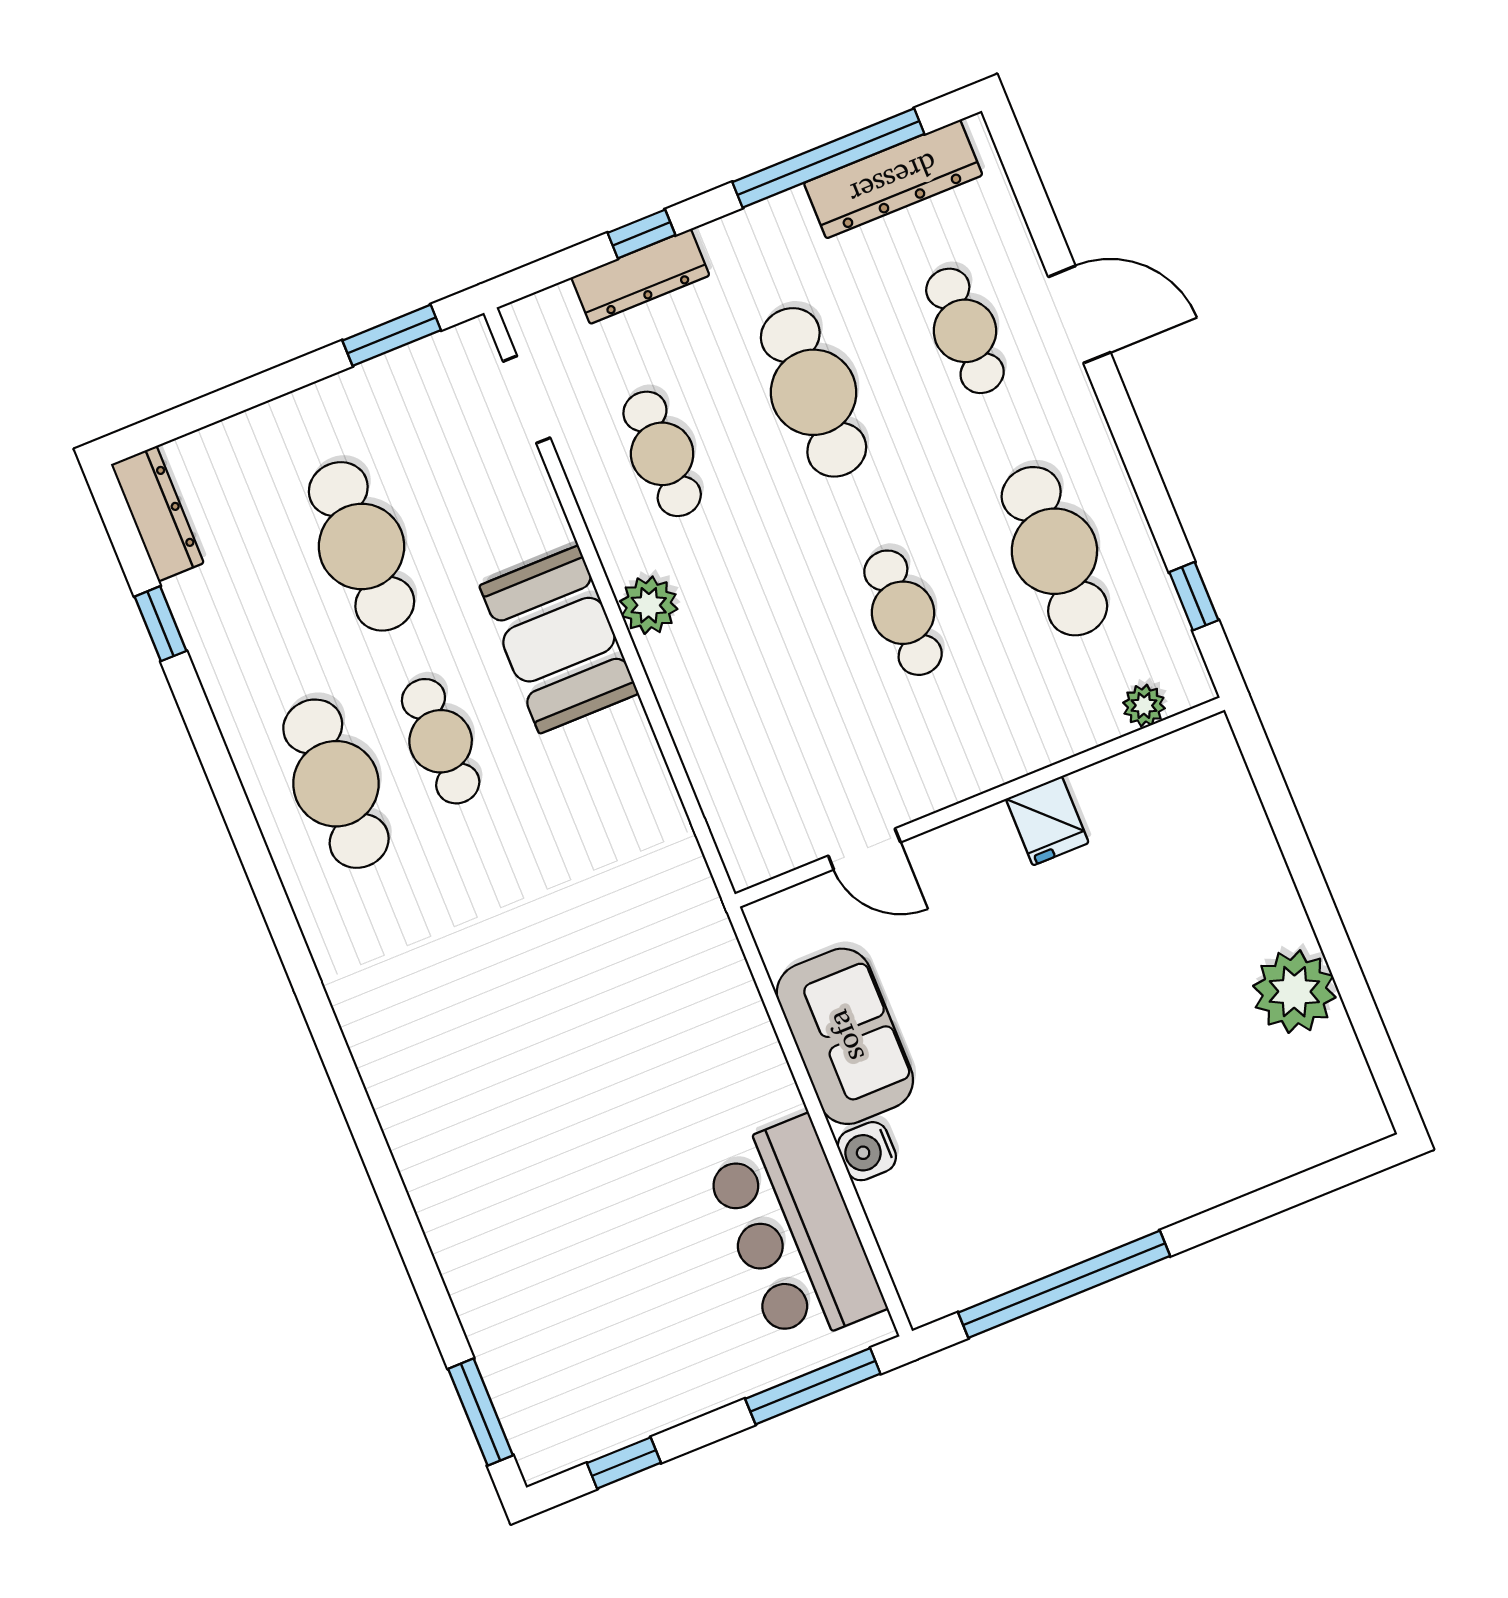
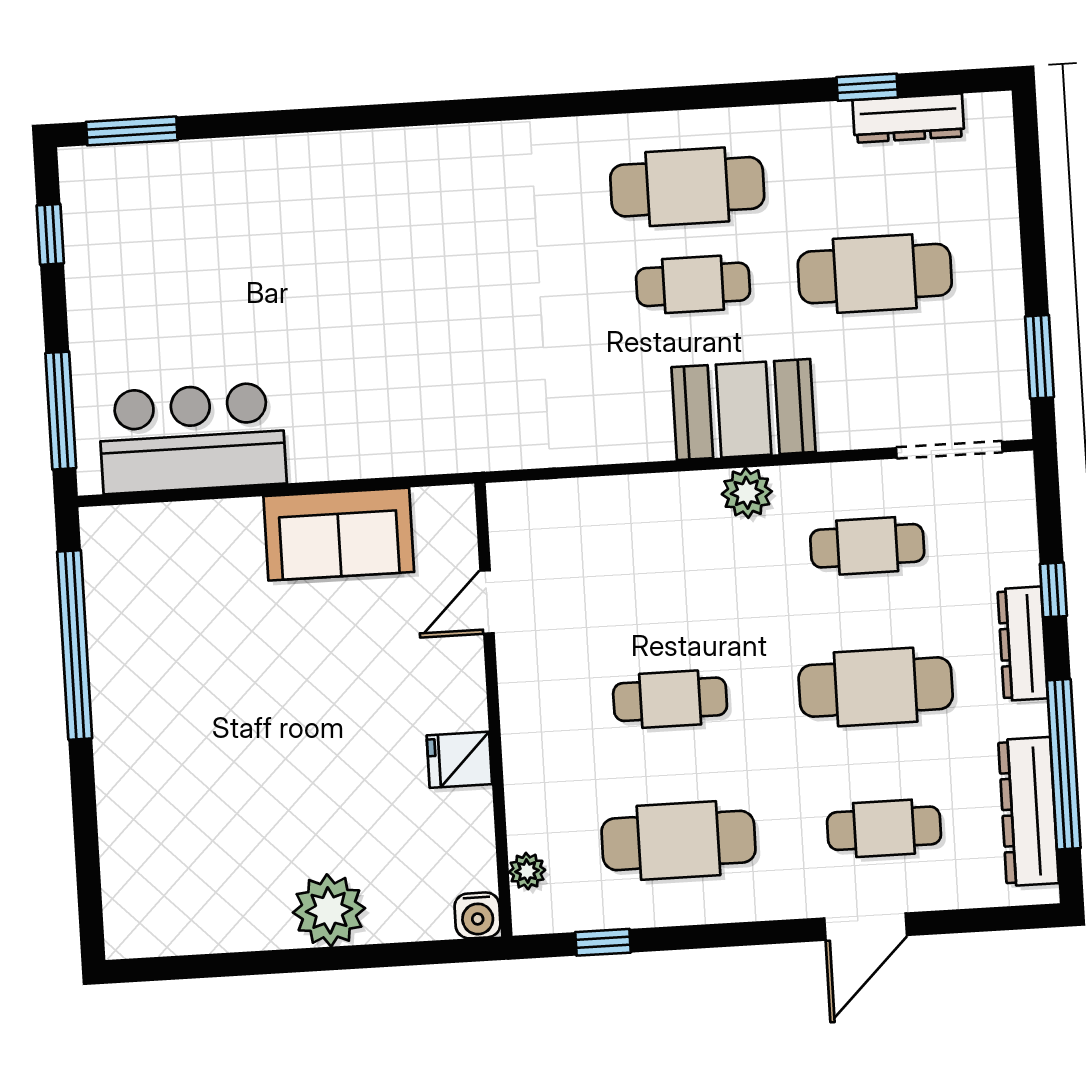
dresser: (640, 276) -> (1023, 644), moved
doorway: (527, 400) -> (949, 450), width x1.38
dresser: (157, 514) -> (908, 118), moved
plant: (1294, 992) -> (329, 910), moved
water cooler: (867, 1151) -> (477, 915), moved, turned 180

